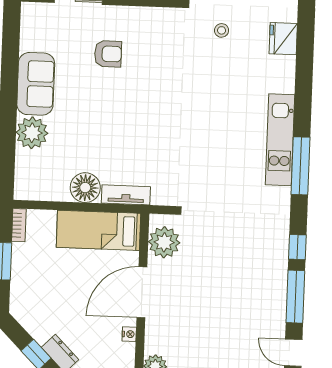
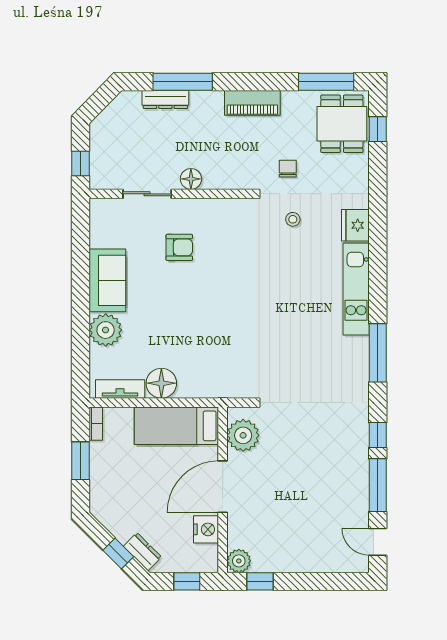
kitchen unit: (280, 140) -> (356, 289), moved
tv unit: (126, 195) -> (120, 389), moved
nightstand: (129, 334) -> (206, 529), width x1.89, depth x1.79

